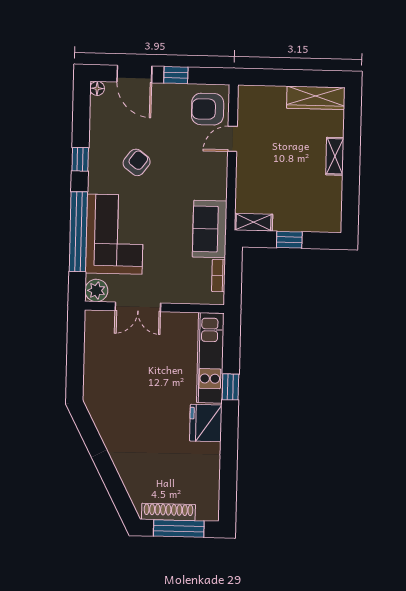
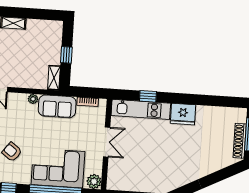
plant: (219, 191) -> (33, 99), added
double door: (138, 307) -> (107, 142), moved
window: (230, 387) -> (148, 96), moved

